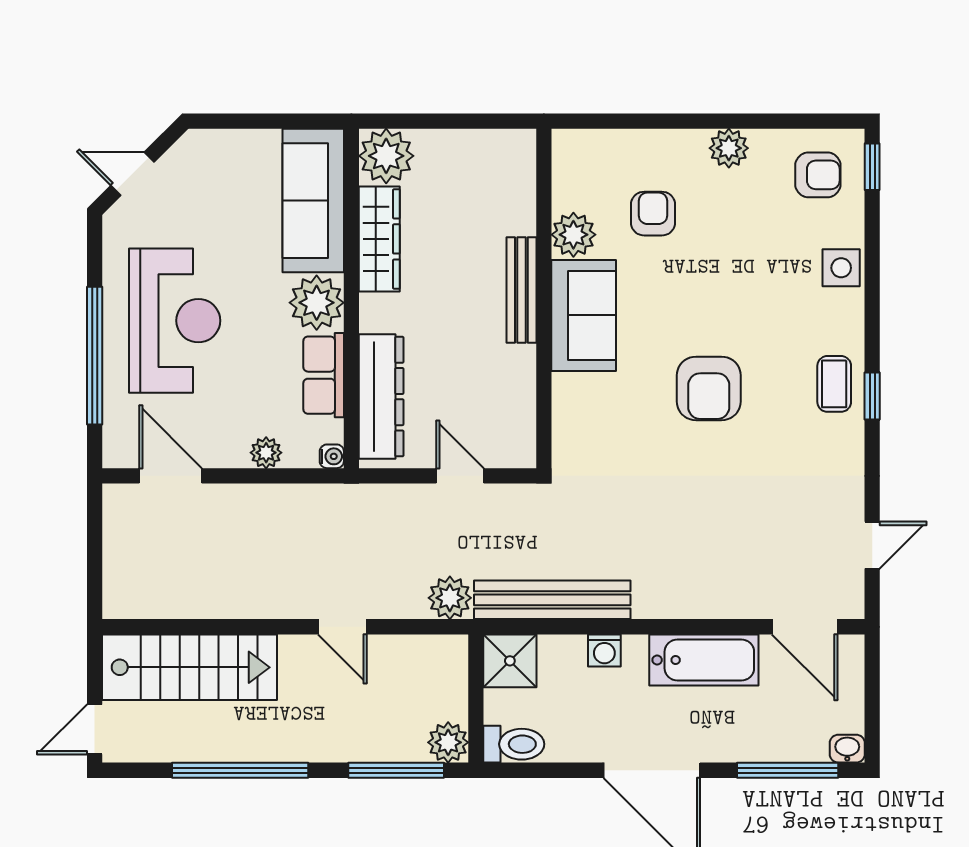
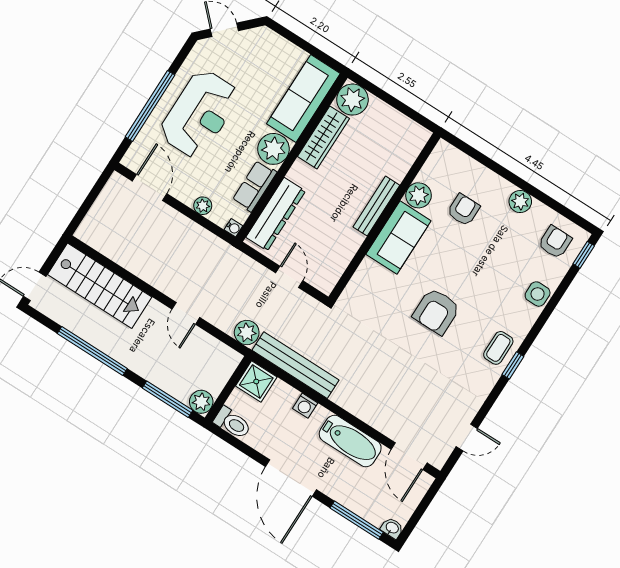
armchair: (818, 175) -> (555, 242), turned -90

